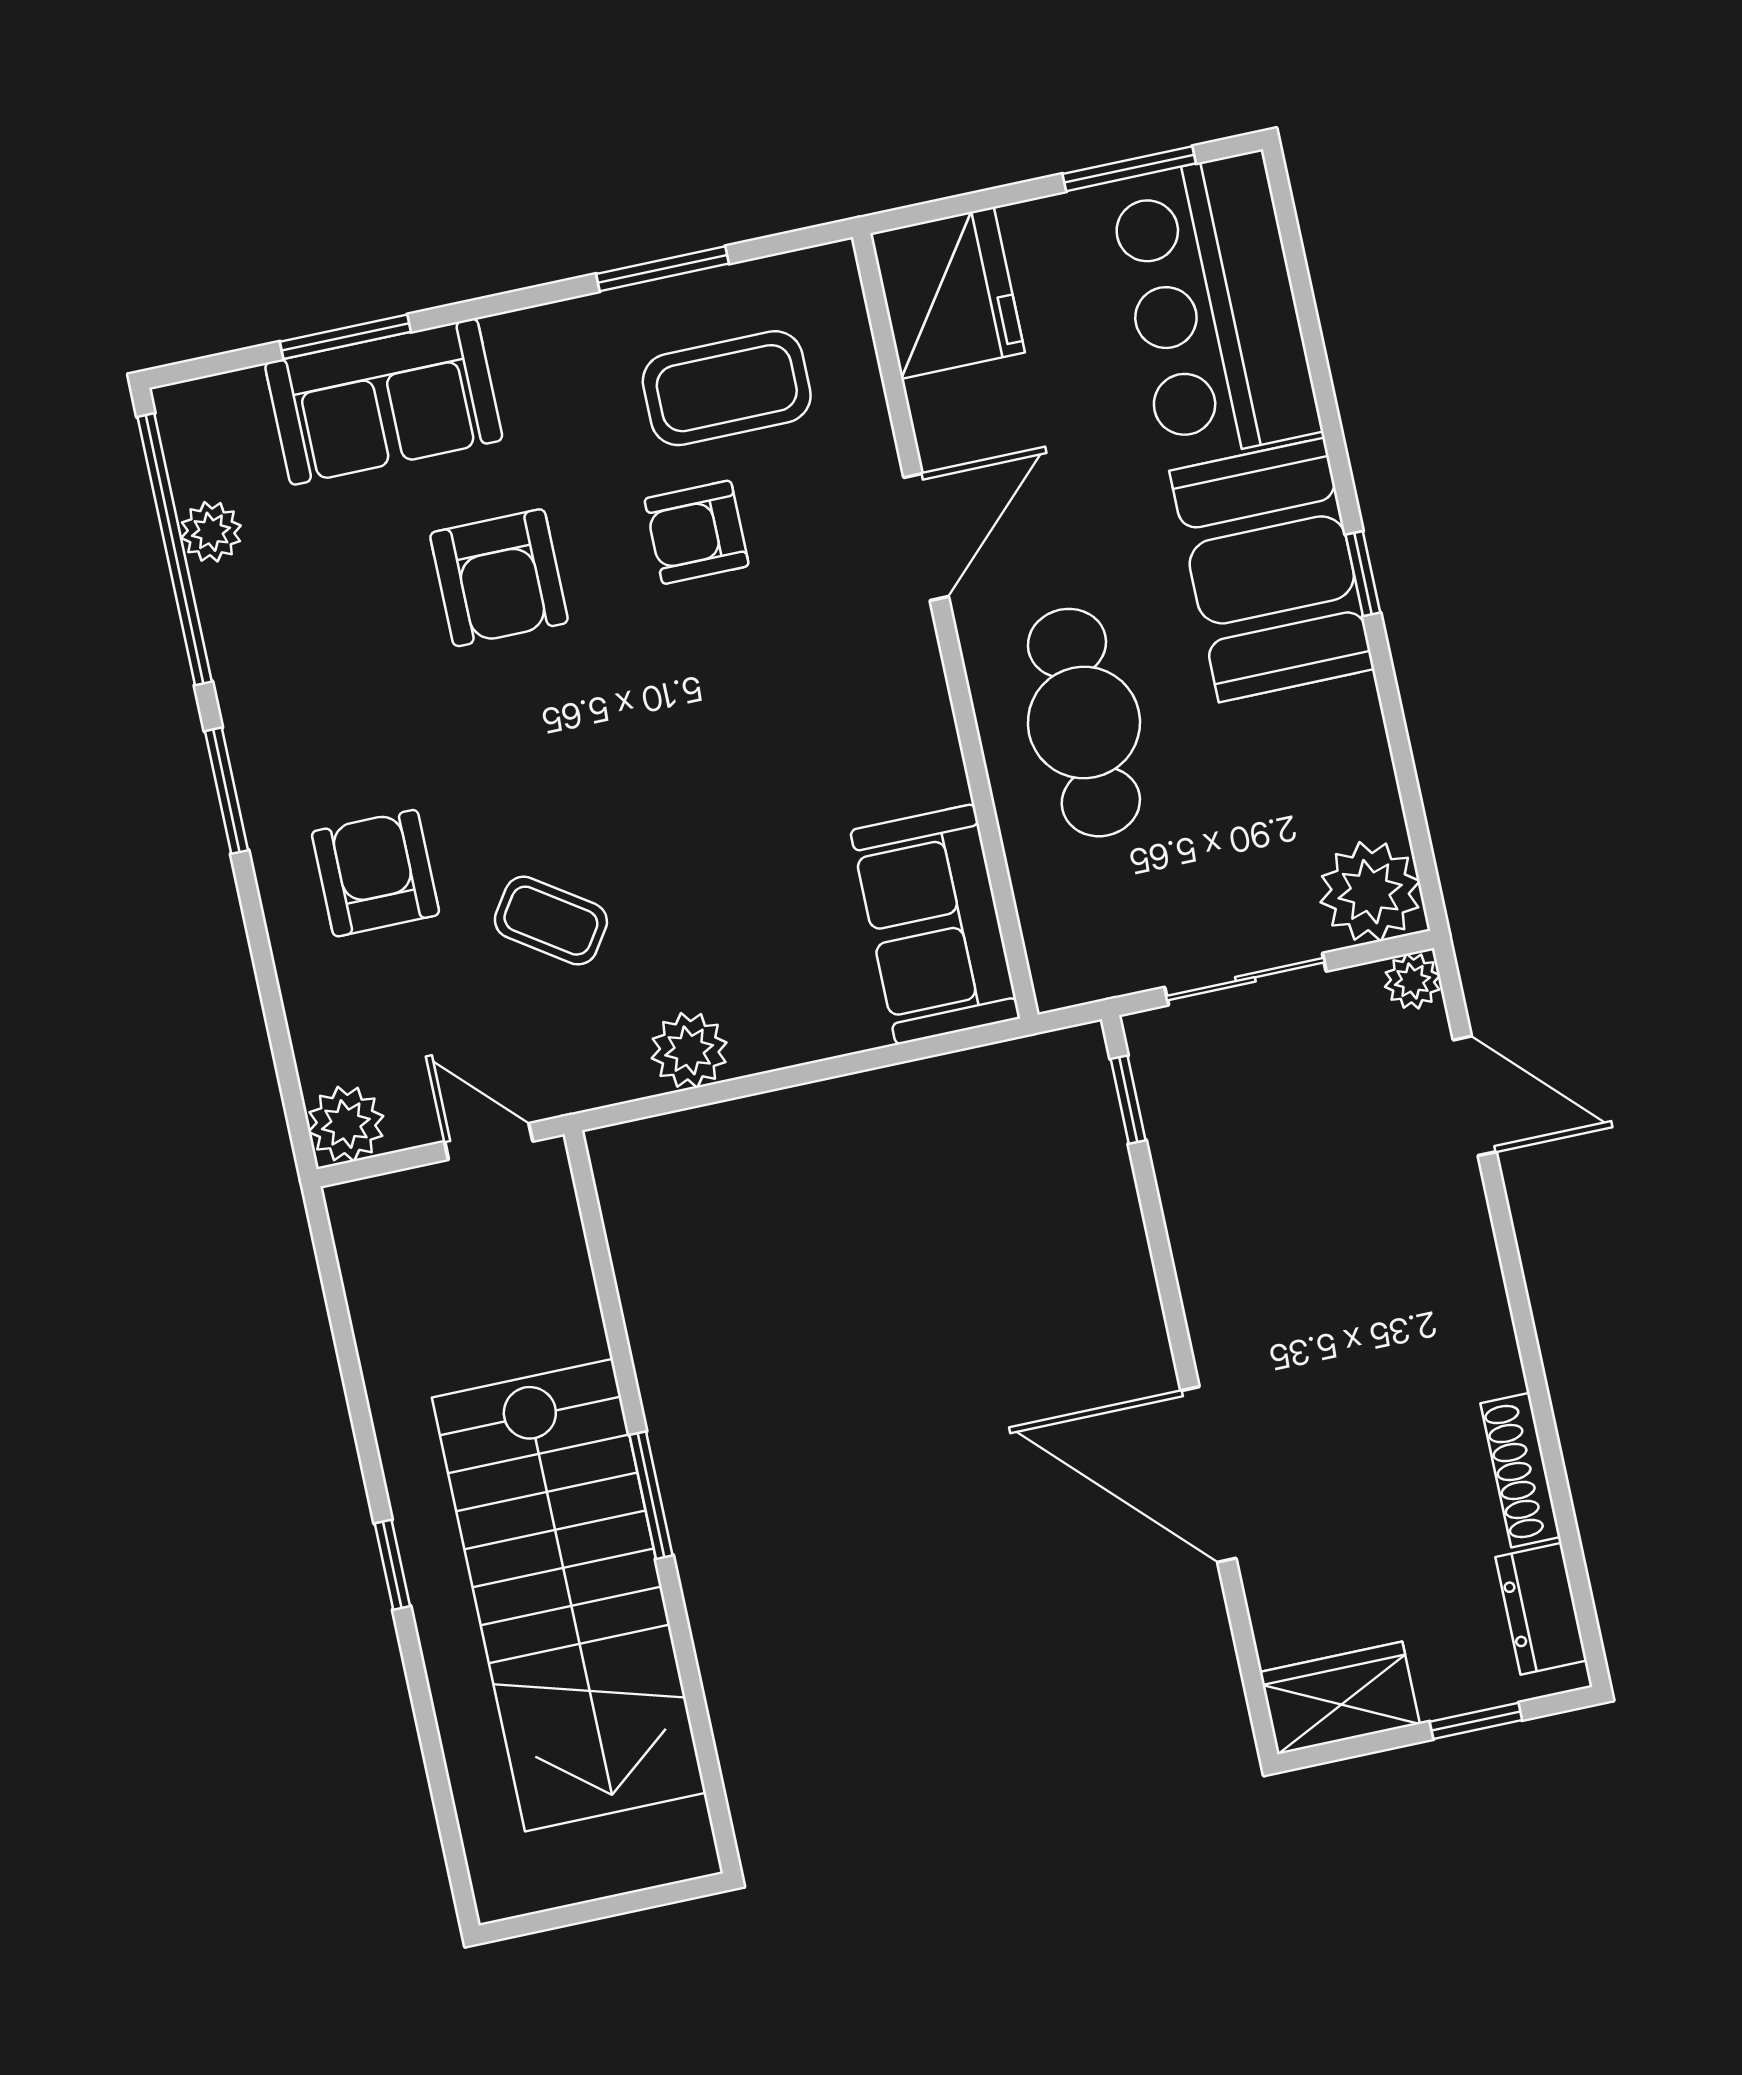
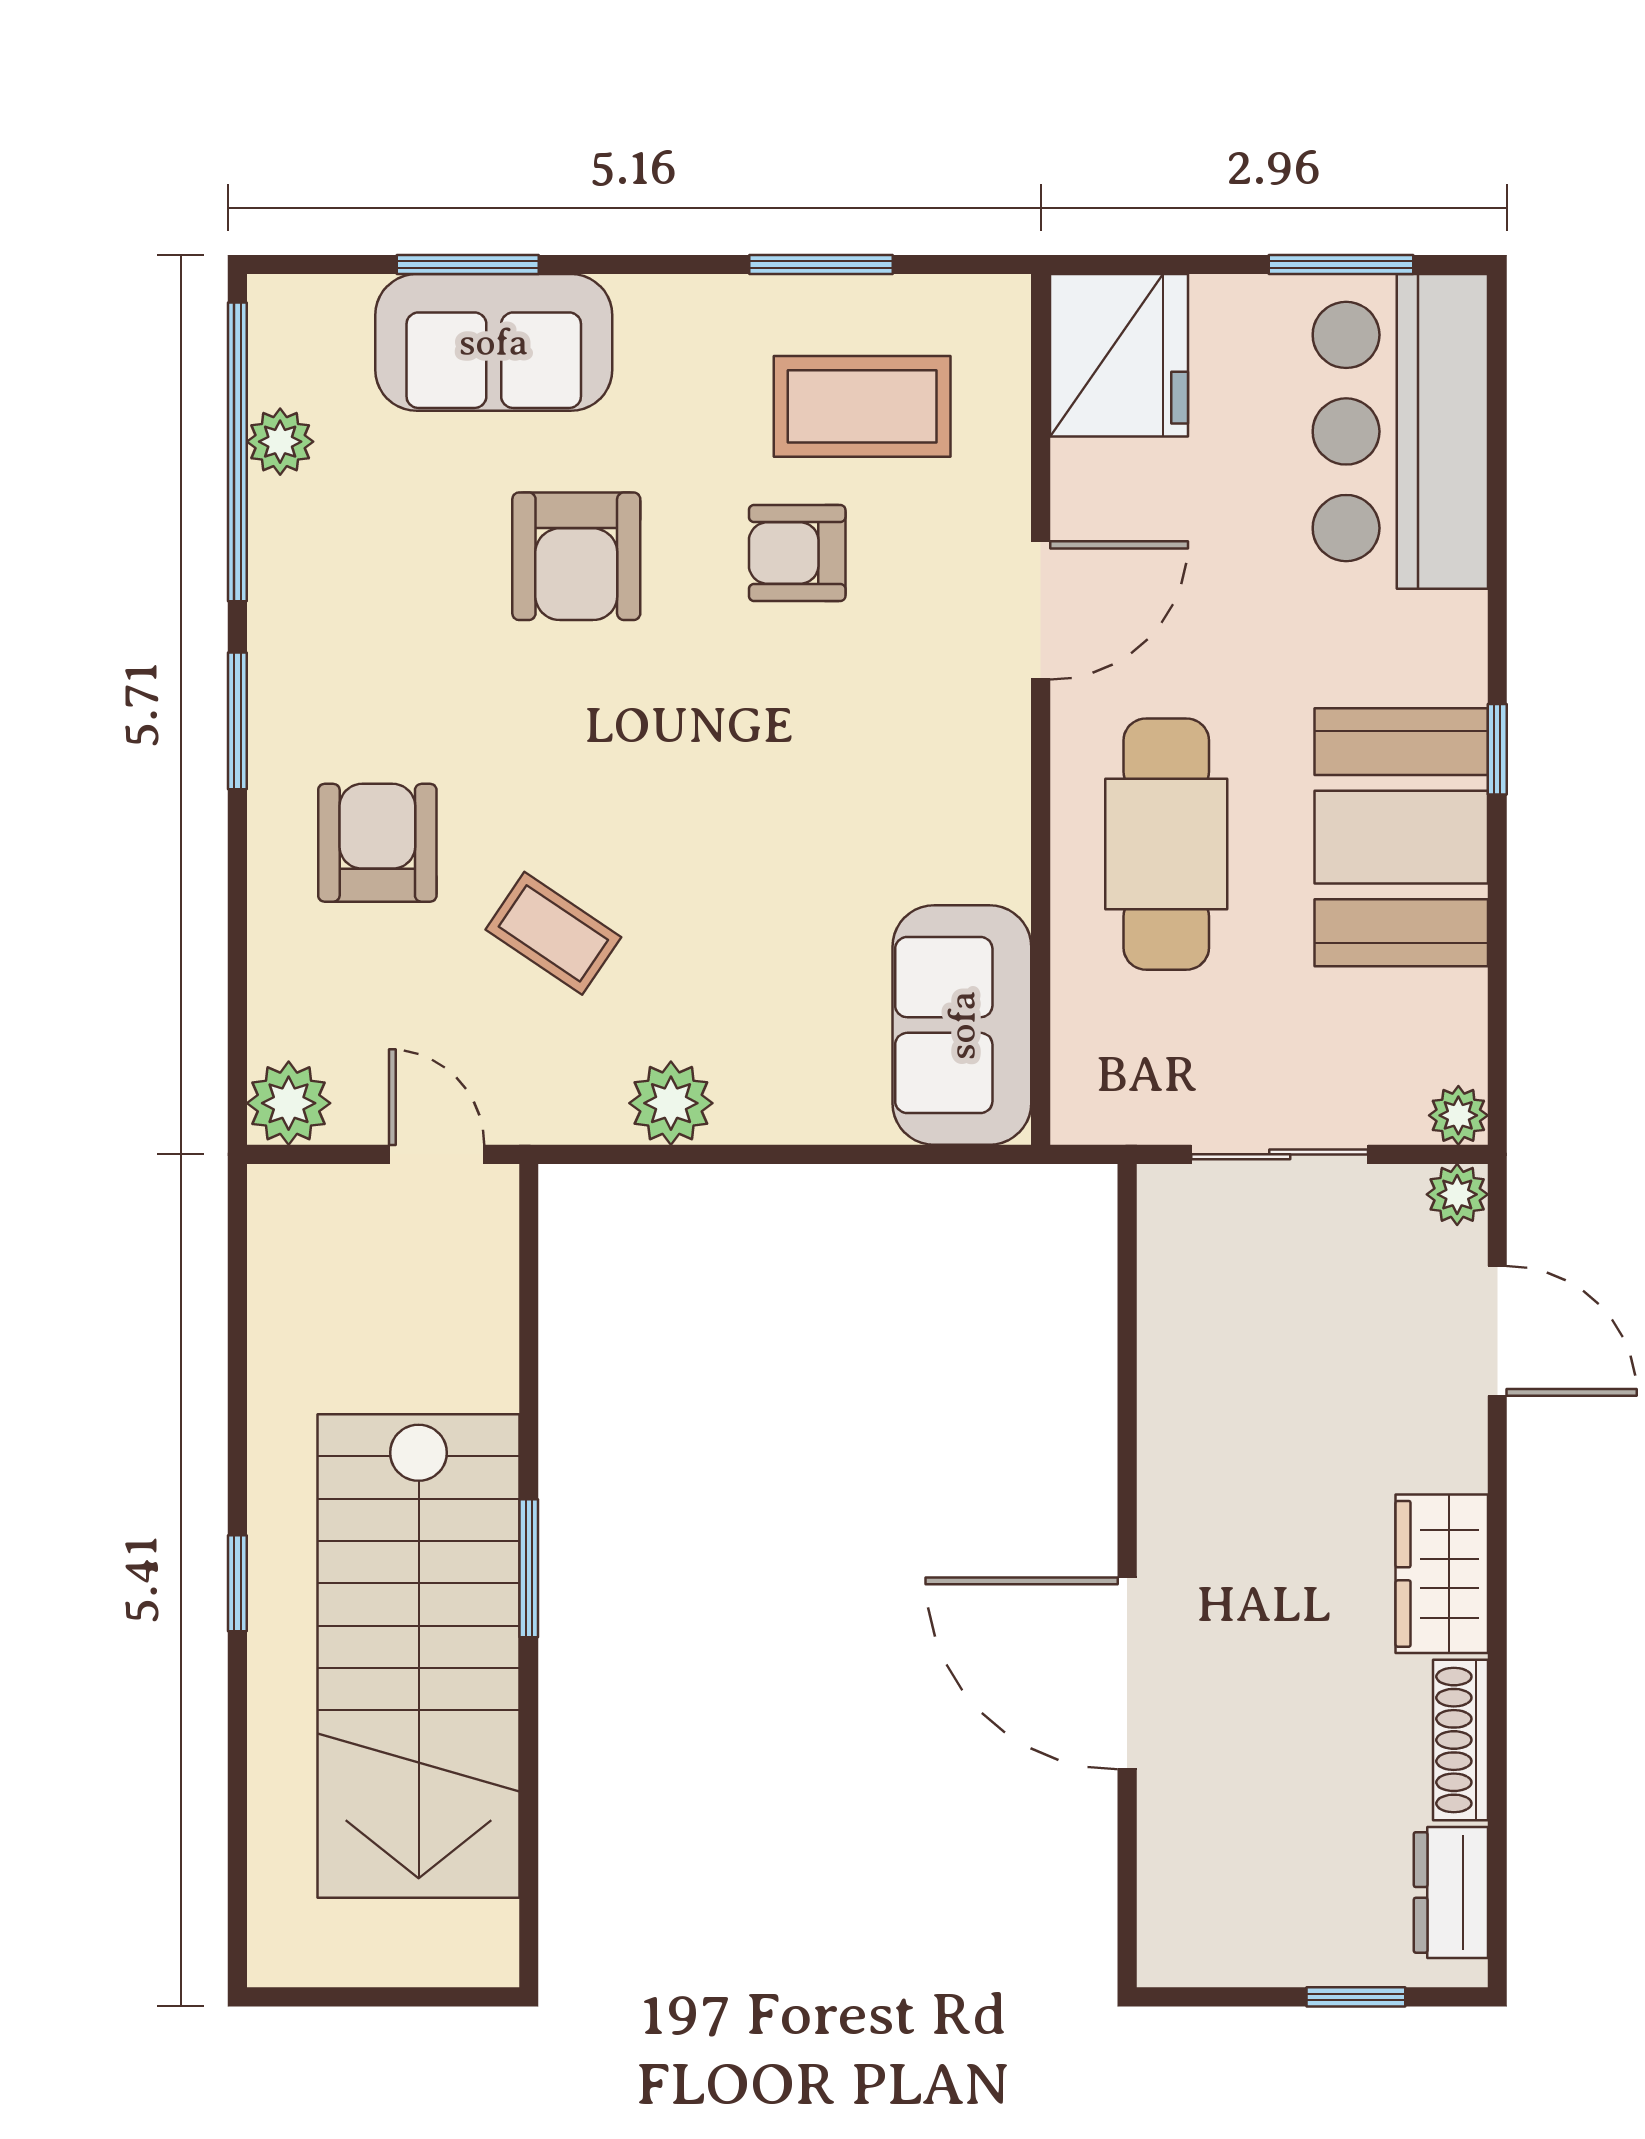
booth: (1272, 570) -> (1401, 837), moved
plant: (1370, 892) -> (1458, 1115), width x0.53, depth x0.53
window: (1128, 1100) -> (1127, 1256), removed
wardrobe: (1340, 1698) -> (1442, 1574), moved, turned -90

